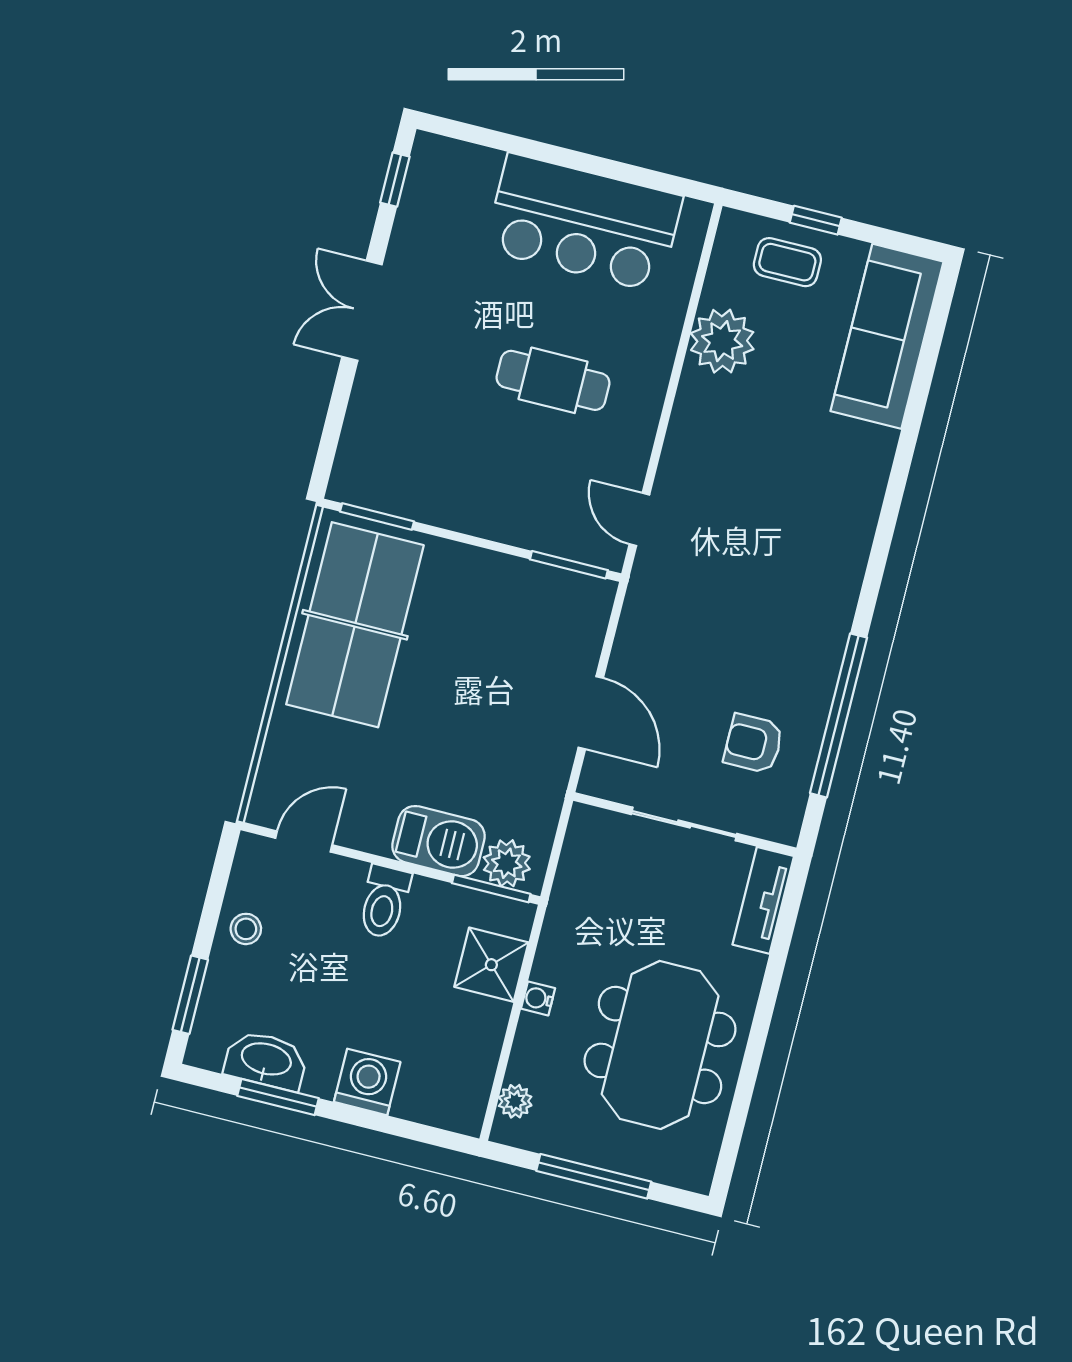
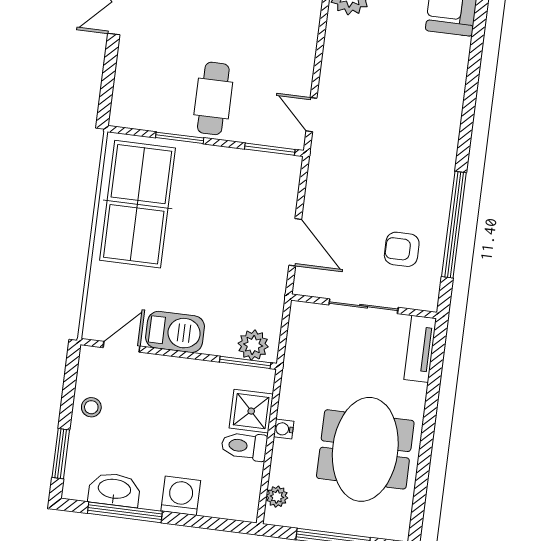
cafe table: (553, 380) -> (213, 98), moved, turned 90
window: (377, 517) -> (180, 138), moved
barbecue: (438, 841) -> (175, 332), moved
toilet: (384, 902) -> (244, 446), moved, turned 90
window: (278, 1097) -> (125, 512), width x1.44

